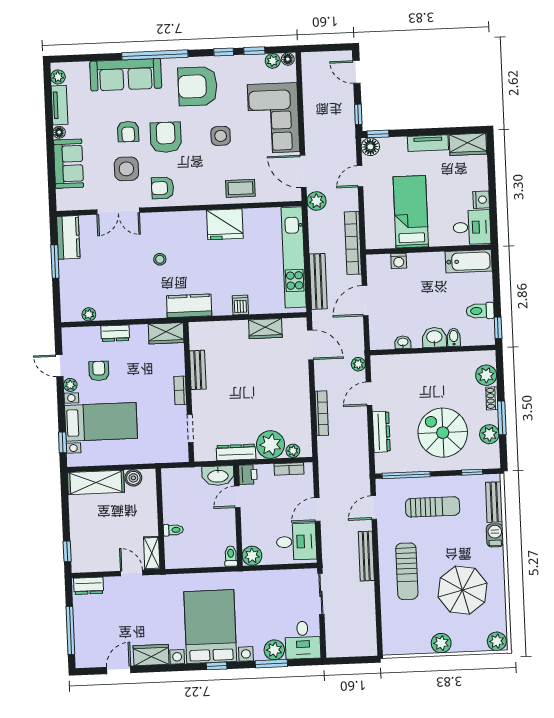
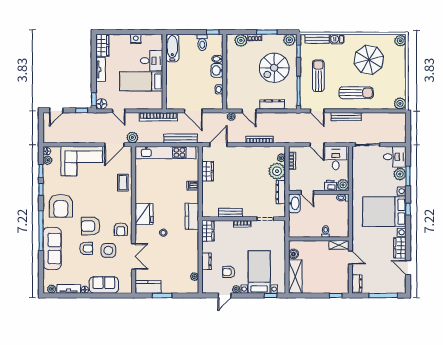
side table: (221, 136) -> (91, 193), removed
fridge: (225, 224) -> (144, 214), moved
desk: (472, 227) -> (152, 61), moved, turned 90
washing machine: (399, 261) -> (170, 90), removed
plant: (489, 434) -> (289, 40), moved
printer: (248, 475) -> (331, 185), moved
door: (132, 573) -> (350, 257), swing flipped
plant: (441, 643) -> (400, 103), moved

